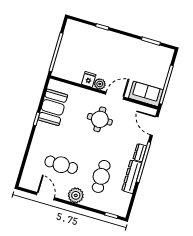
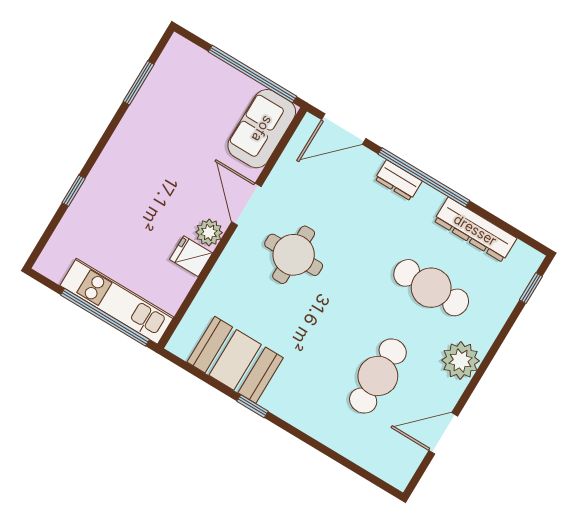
kitchen unit: (63, 55) -> (117, 301), added
dresser: (132, 177) -> (475, 230), moved

